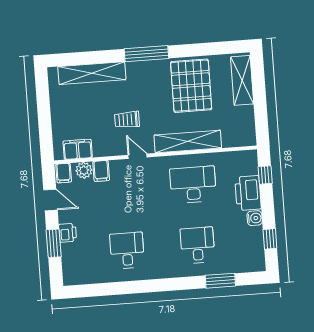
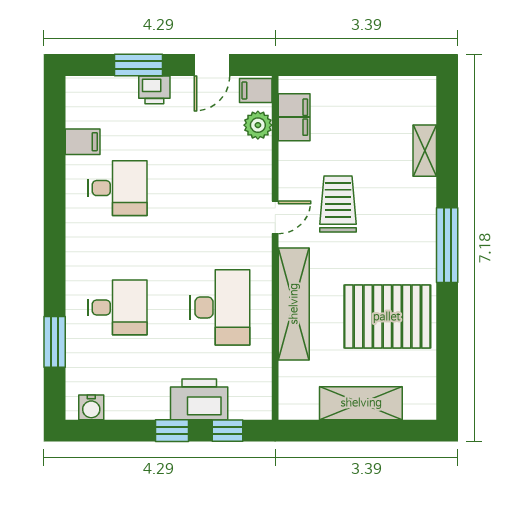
shelving: (92, 73) -> (425, 151), width x0.45, depth x0.75
shelving: (242, 80) -> (361, 403), moved
trolley: (127, 120) -> (338, 204), width x1.36, depth x1.39
filing cabinet: (101, 171) -> (83, 142), moved, turned 180
water cooler: (255, 218) -> (91, 407), moved
window: (270, 239) -> (172, 431), moved

